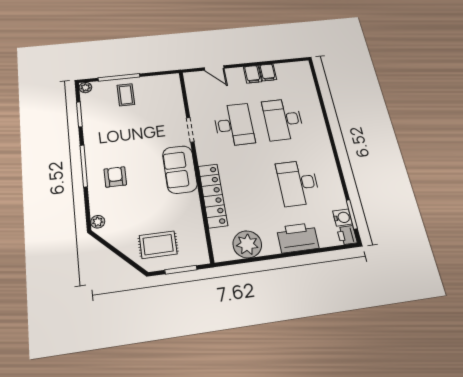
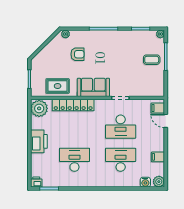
door: (214, 68) -> (166, 121), hinge flipped
plant: (302, 68) -> (159, 182), added
filing cabinet: (252, 74) -> (158, 108), moved
armchair: (115, 177) -> (77, 54), moved
water cooler: (342, 218) -> (145, 182), moved
printer: (298, 238) -> (39, 141), moved
plant: (247, 244) -> (39, 108), moved
rug: (158, 245) -> (58, 86), moved, turned 90

